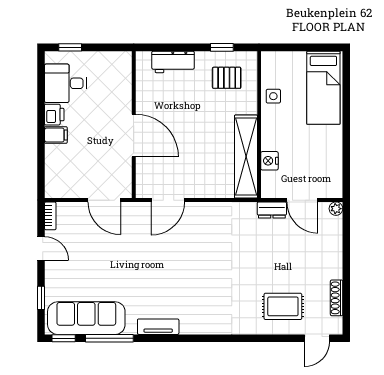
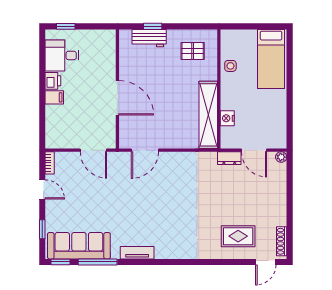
window: (222, 47) -> (153, 26), moved
shoe rack: (337, 298) -> (282, 241), moved

